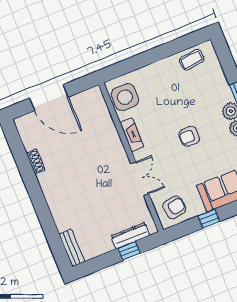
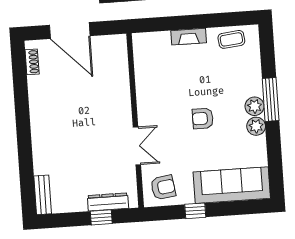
side table: (125, 97) -> (149, 56), removed
fireplace: (132, 135) -> (189, 37), moved, turned 90
shoe rack: (36, 161) -> (32, 62), moved

